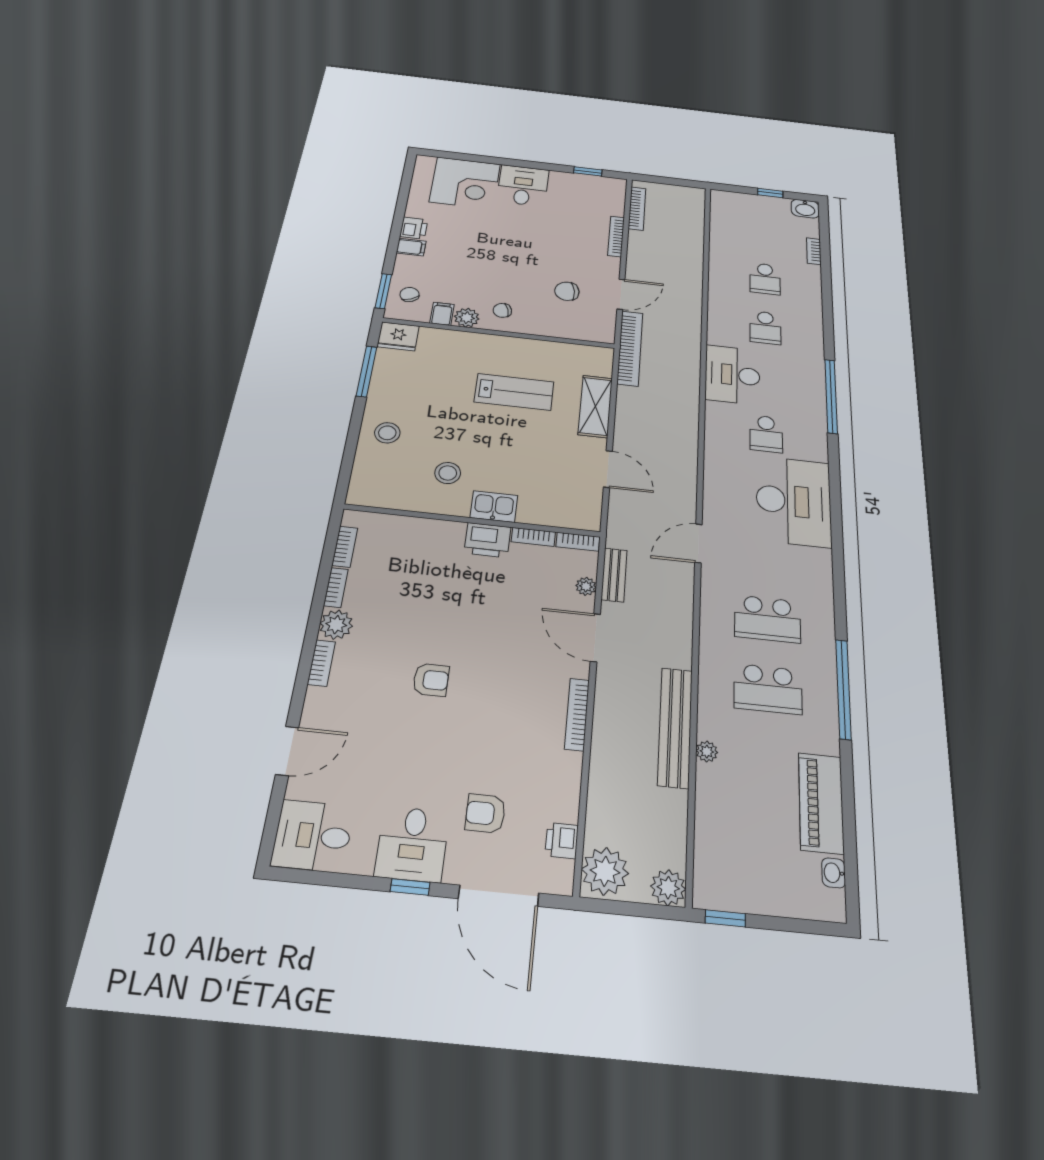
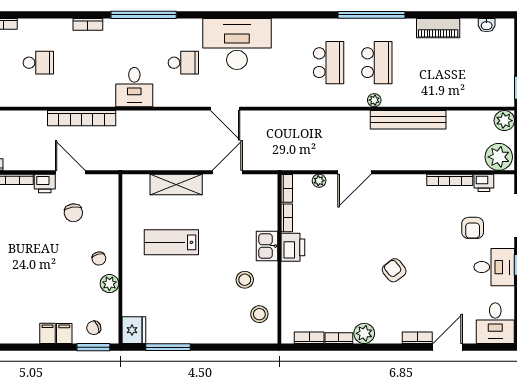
printer: (414, 228) -> (45, 183), moved, turned 180
filing cabinet: (442, 314) -> (64, 333), moved, turned 90
school desk: (765, 328) -> (87, 63), removed
bookcase: (816, 335) -> (88, 24), added
bookcase: (630, 348) -> (82, 118), moved, turned 180
desk: (732, 375) -> (134, 87), width x0.73
lab bench: (514, 392) -> (171, 242), turned -90
stool: (387, 433) -> (259, 314), moved
door: (698, 543) -> (225, 109), moved
bench: (614, 575) -> (309, 163), removed
bookcase: (321, 663) -> (417, 338), moved
armchair: (431, 680) -> (394, 270), turned -38
bookcase: (577, 714) -> (450, 180), moved
door: (287, 751) -> (448, 347), hinge flipped
plant: (707, 751) -> (374, 100), moved
piano: (821, 803) -> (438, 28), width x0.73, depth x0.75

